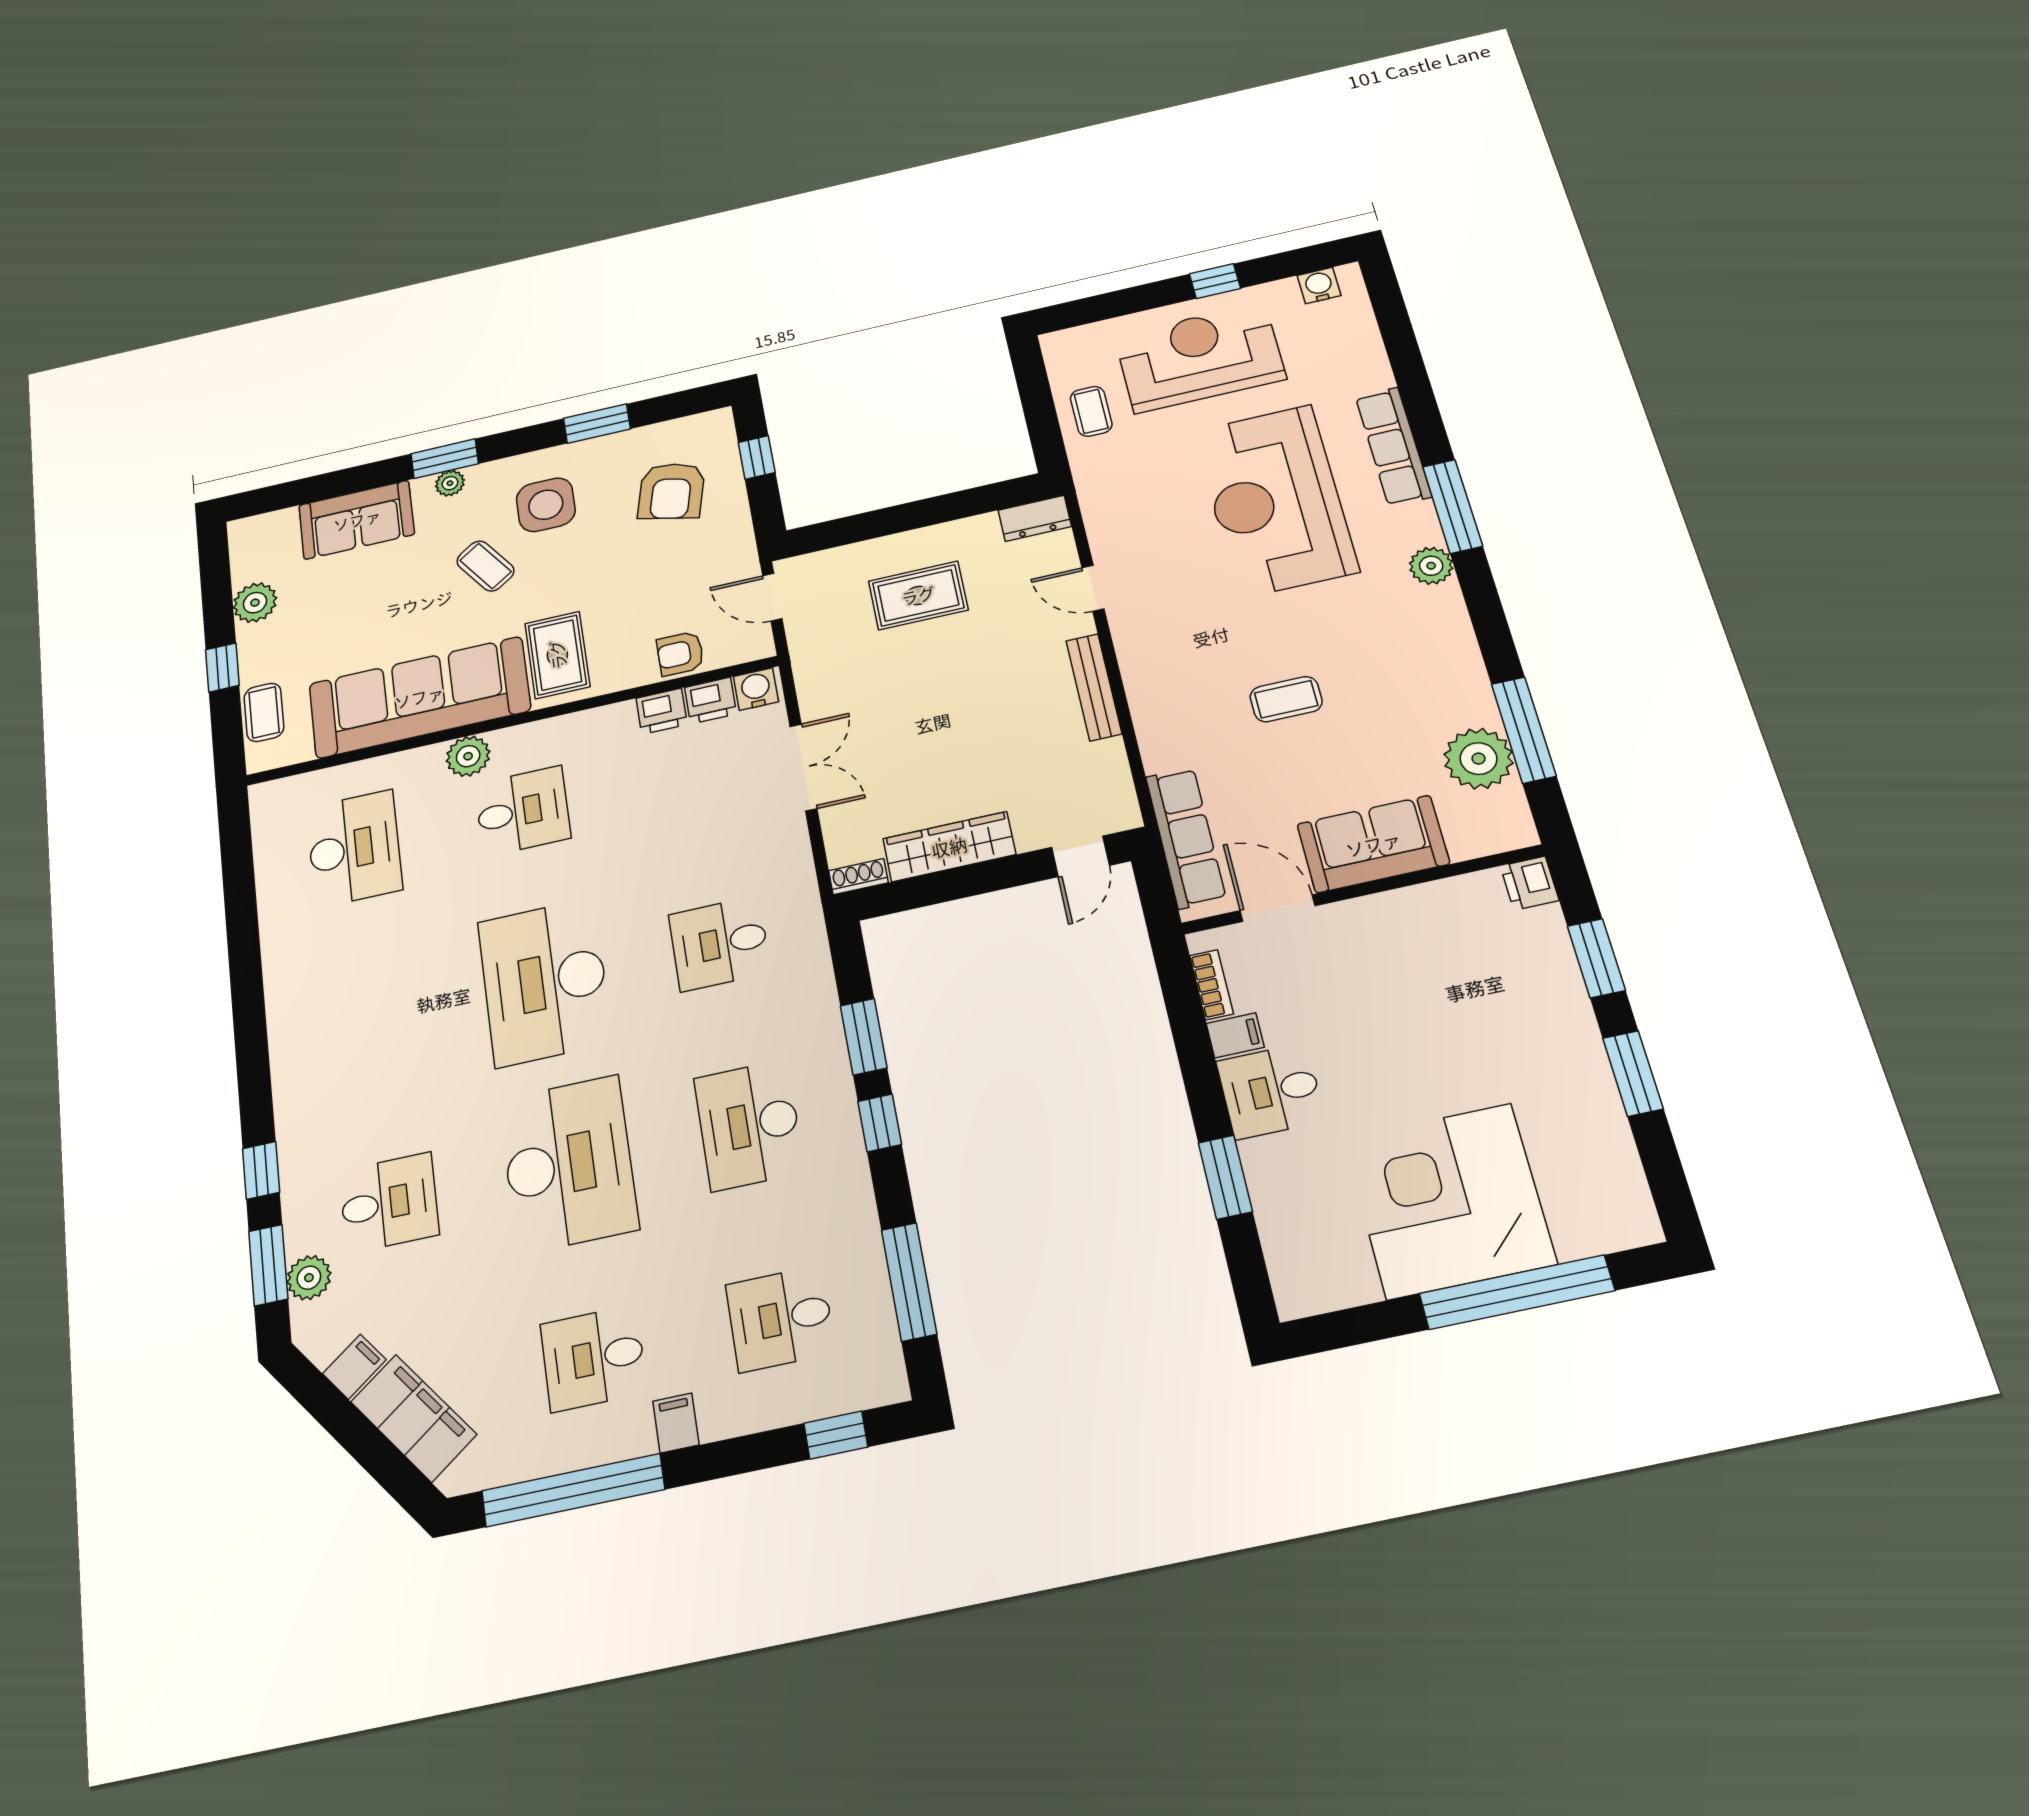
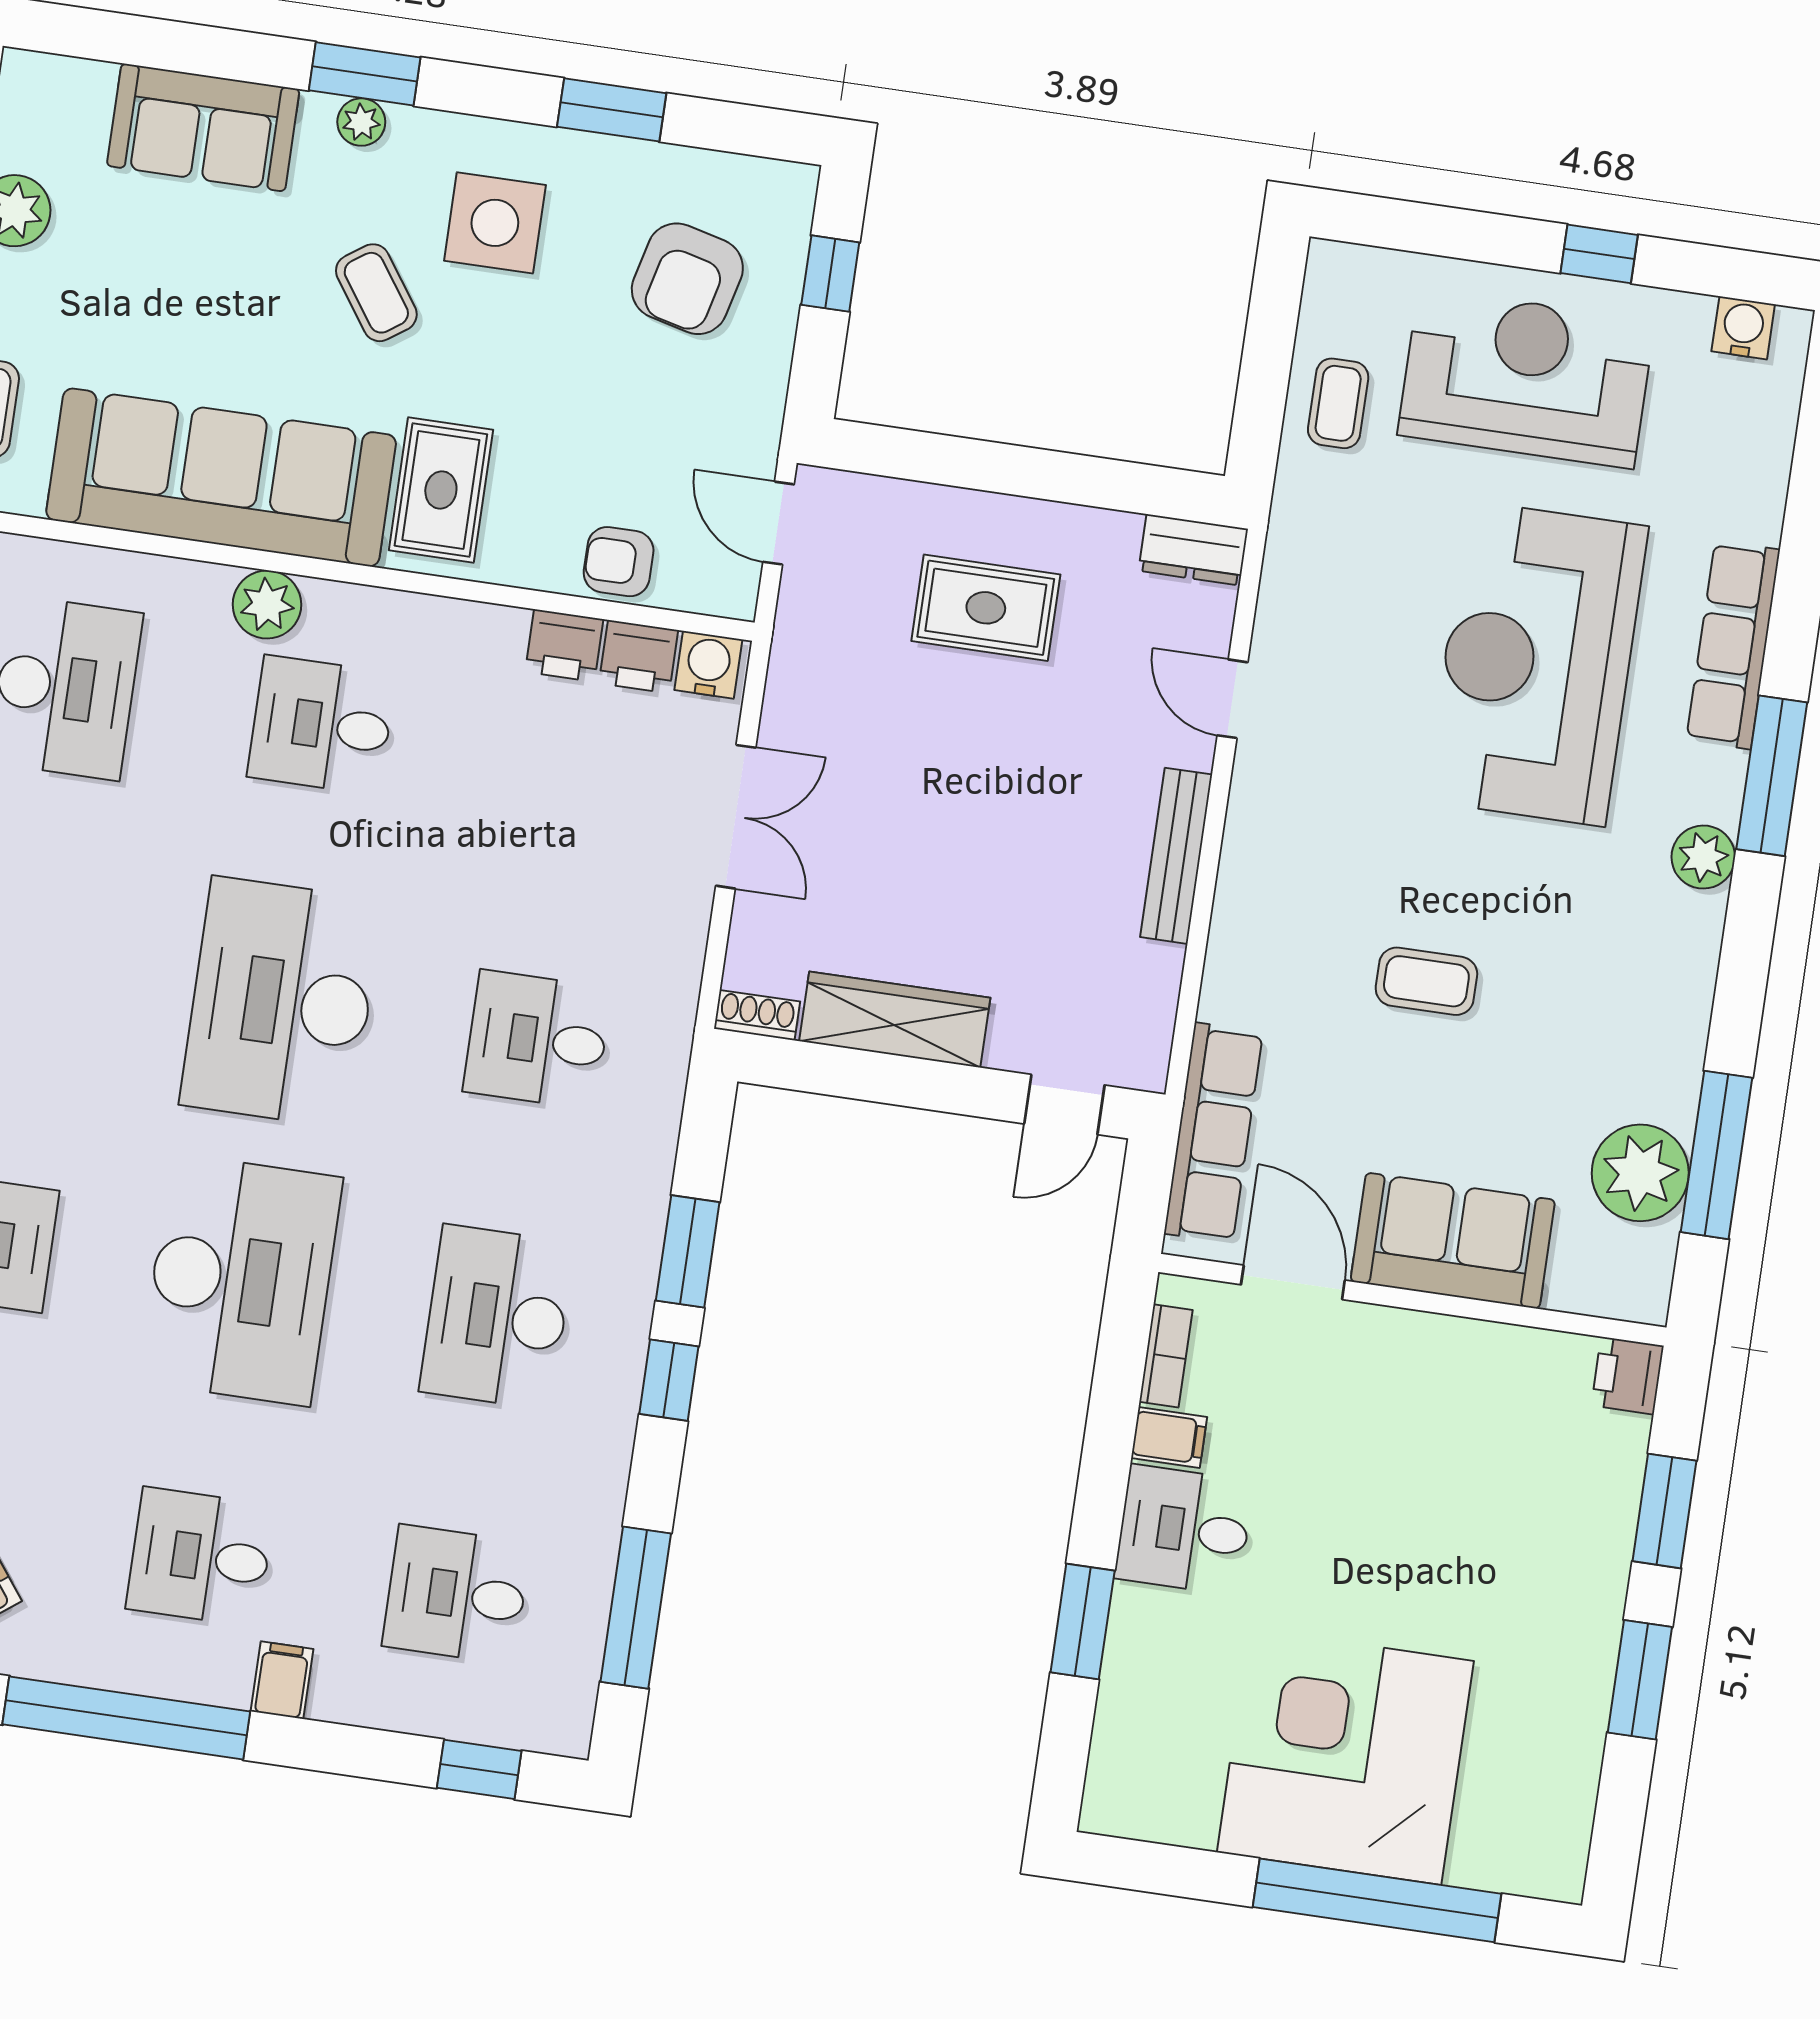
desk: (523, 811) -> (322, 725), turned 180

